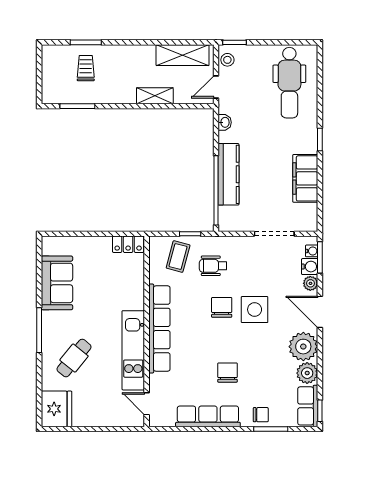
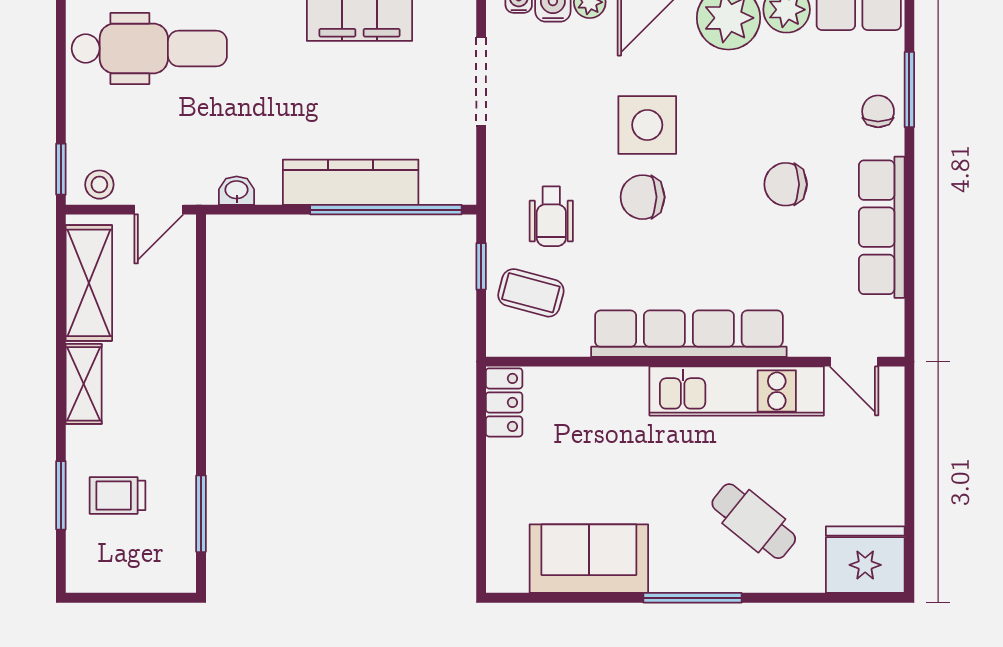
door: (216, 87) -> (159, 210), hinge flipped
shelving: (155, 96) -> (84, 384), moved
door: (147, 404) -> (854, 362), hinge flipped

